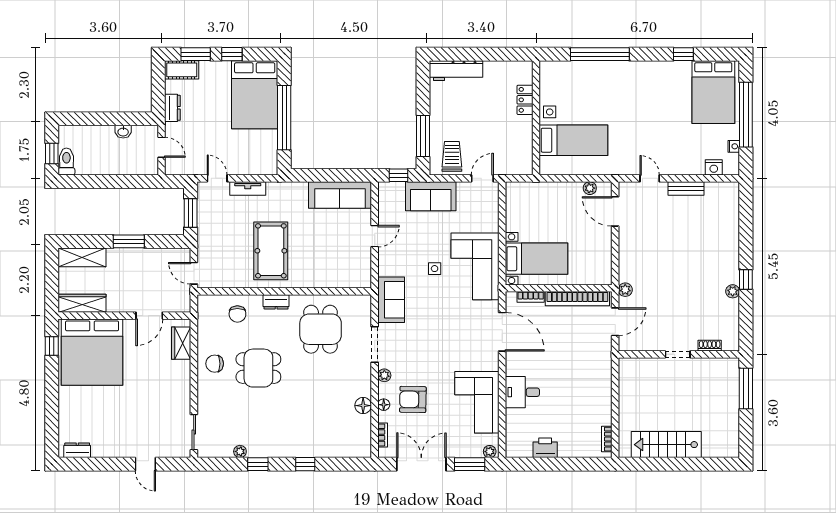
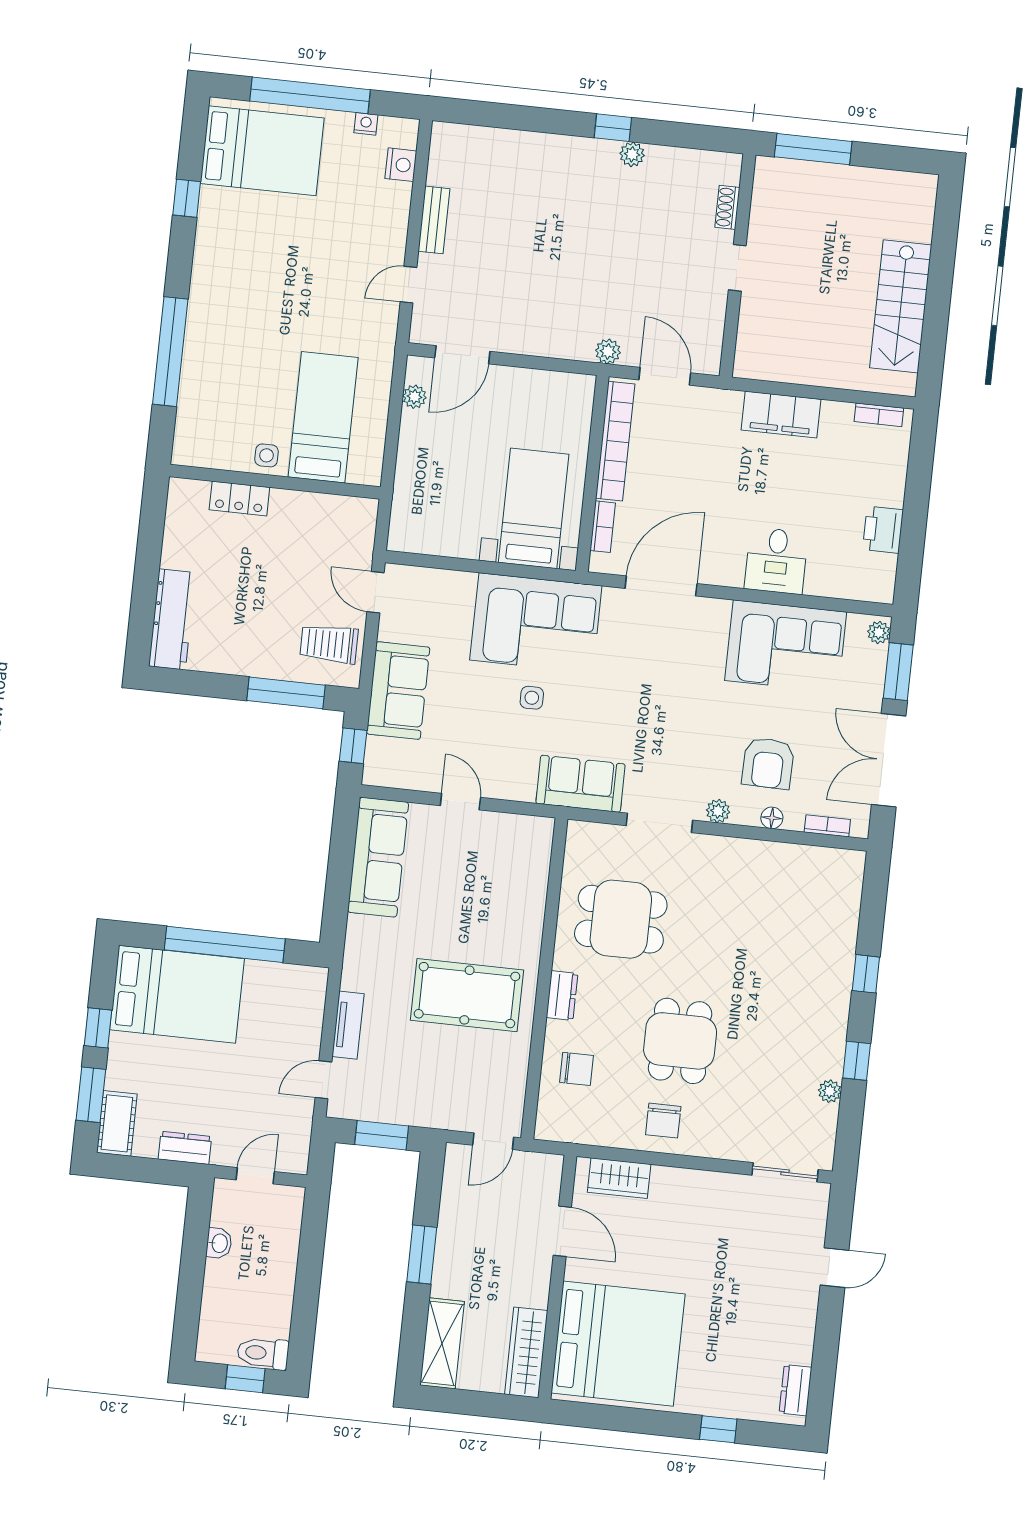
window: (52, 346) -> (718, 1429), moved
filing cabinet: (601, 386) -> (781, 415), added
floor lamp: (363, 406) -> (769, 856), removed

